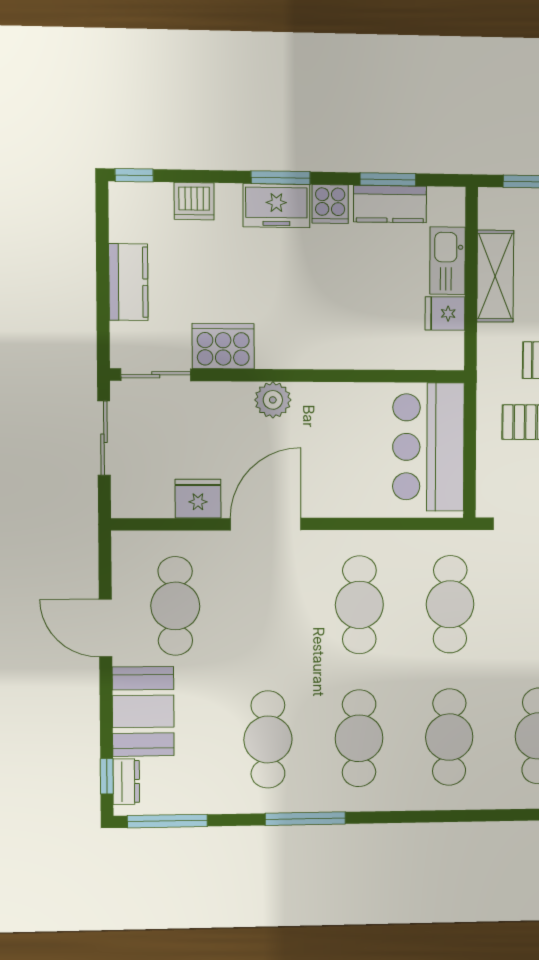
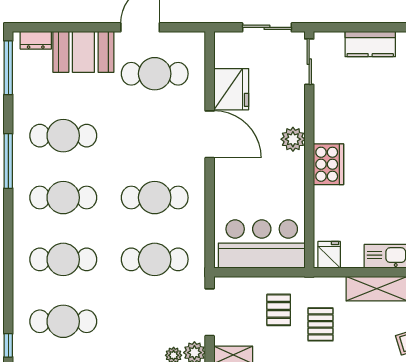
fridge: (445, 314) -> (329, 255), moved
cooker: (223, 346) -> (328, 164), moved
fridge: (198, 499) -> (231, 89), width x1.36, depth x1.34
window: (107, 776) -> (40, 27), removed

